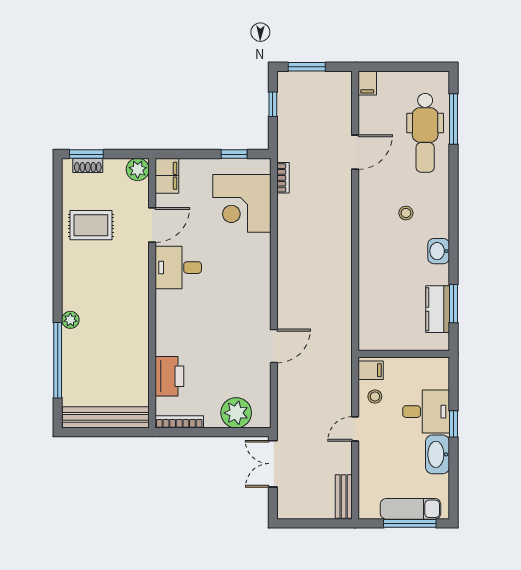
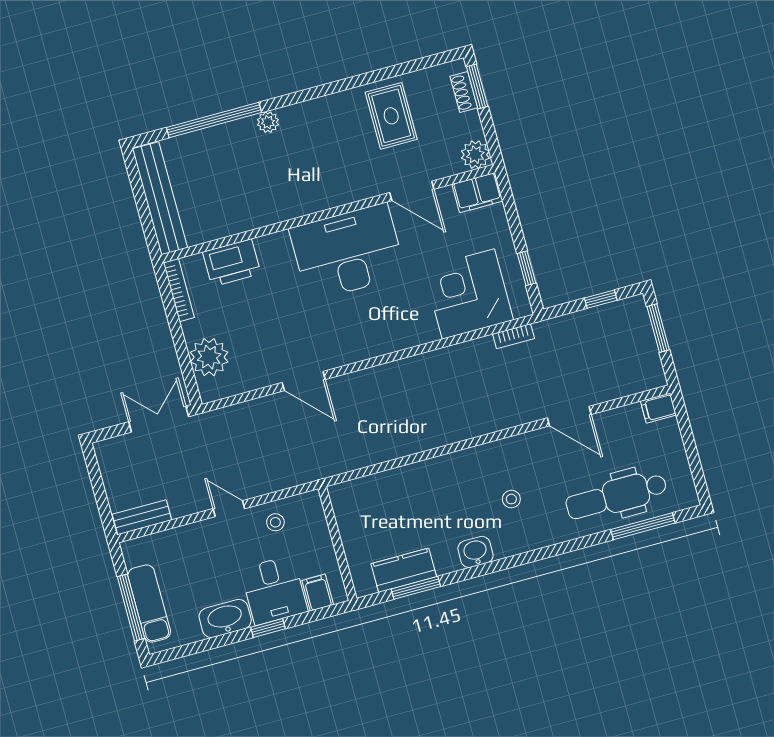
desk: (178, 268) -> (348, 252), width x1.87, depth x1.30
filing cabinet: (371, 370) -> (318, 593), moved, turned 180

